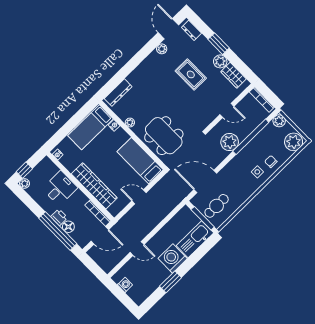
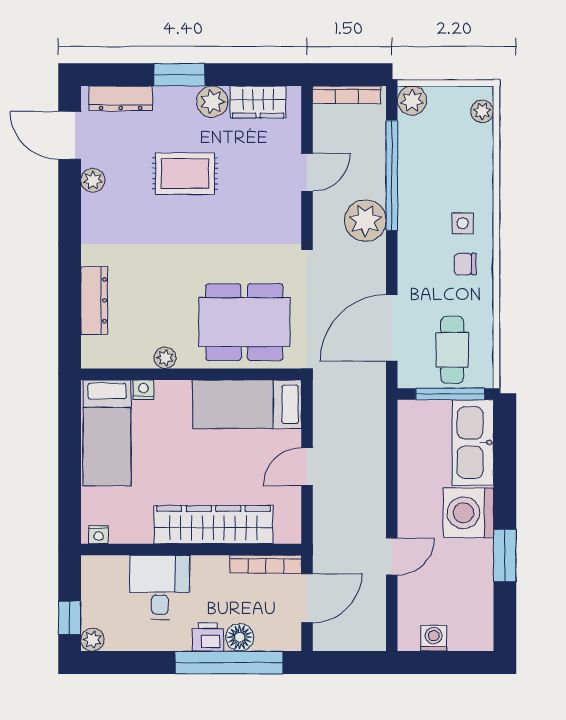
dresser: (191, 30) -> (121, 98), width x1.44
dresser: (118, 93) -> (94, 300), moved
plant: (294, 142) -> (482, 111), width x0.53, depth x0.53
chair: (271, 162) -> (465, 264), moved

